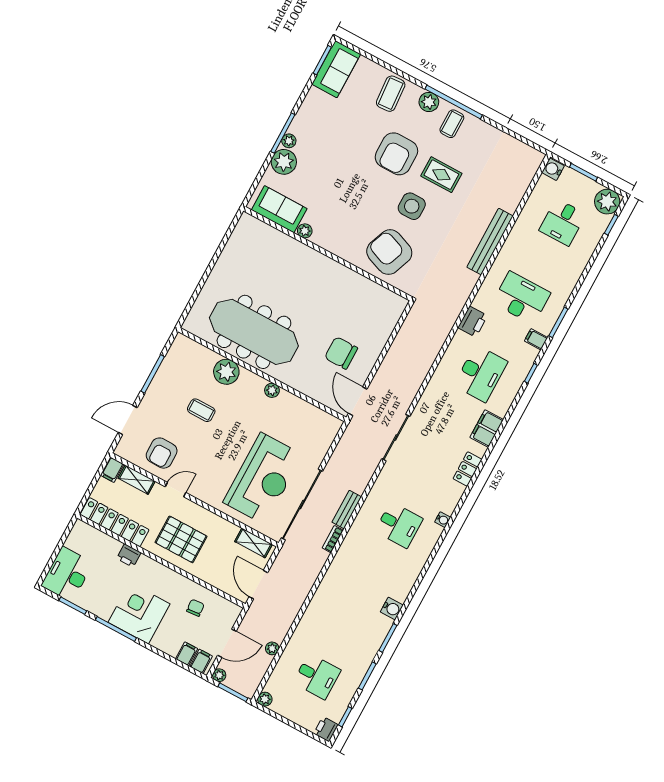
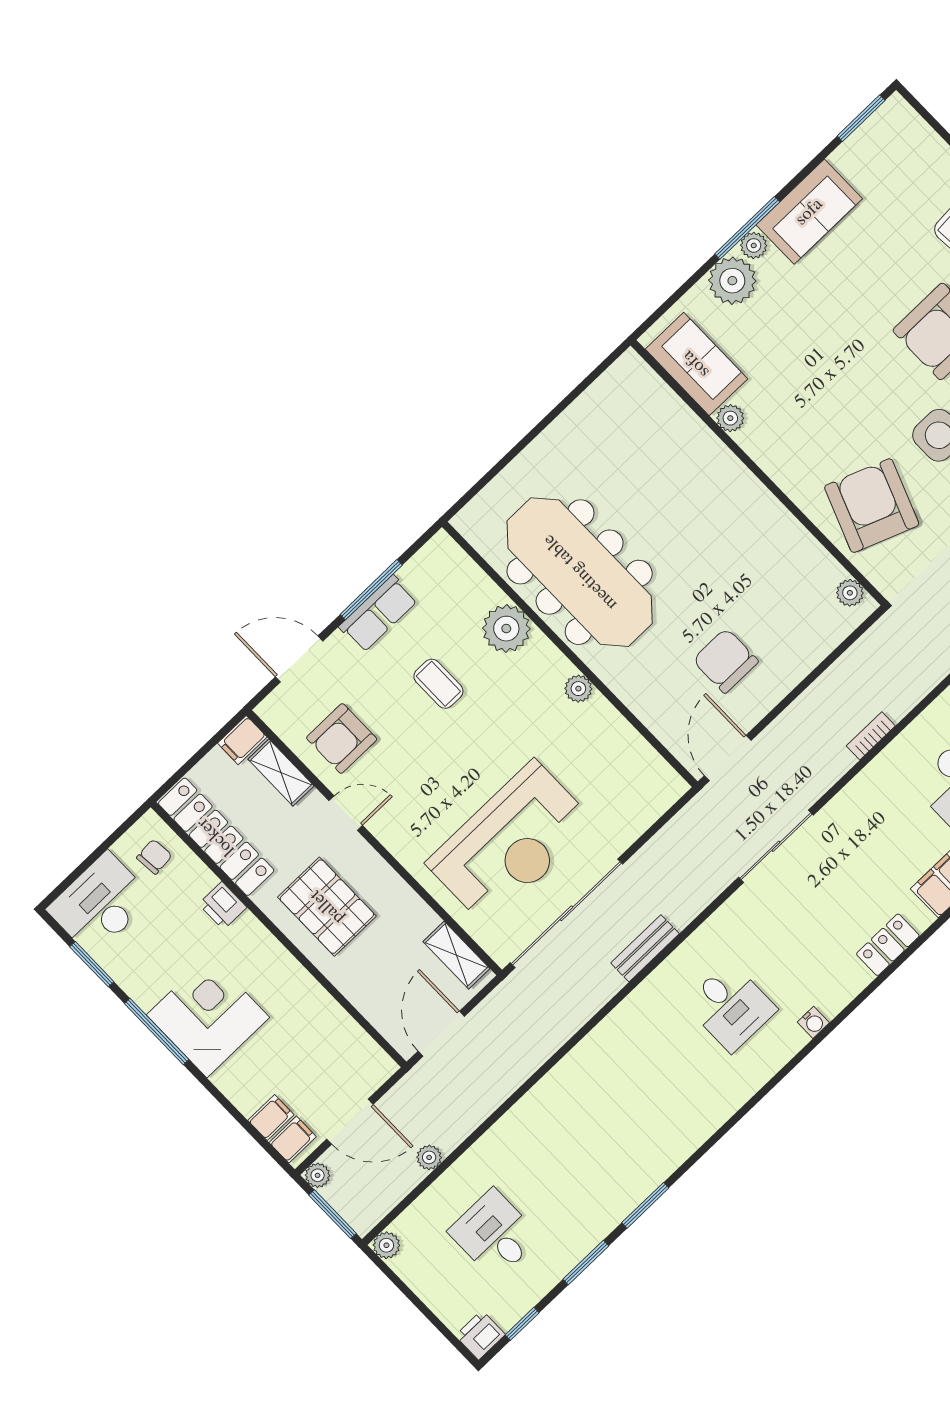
sofa: (336, 69) -> (809, 212), moved
plant: (392, 299) -> (850, 593), added
row of seats: (160, 385) -> (378, 614), added
bookcase: (333, 539) -> (871, 736), moved
chair: (195, 608) -> (154, 857), moved
water cooler: (392, 608) -> (669, 1154), removed
desk: (317, 676) -> (494, 1234), turned 180

